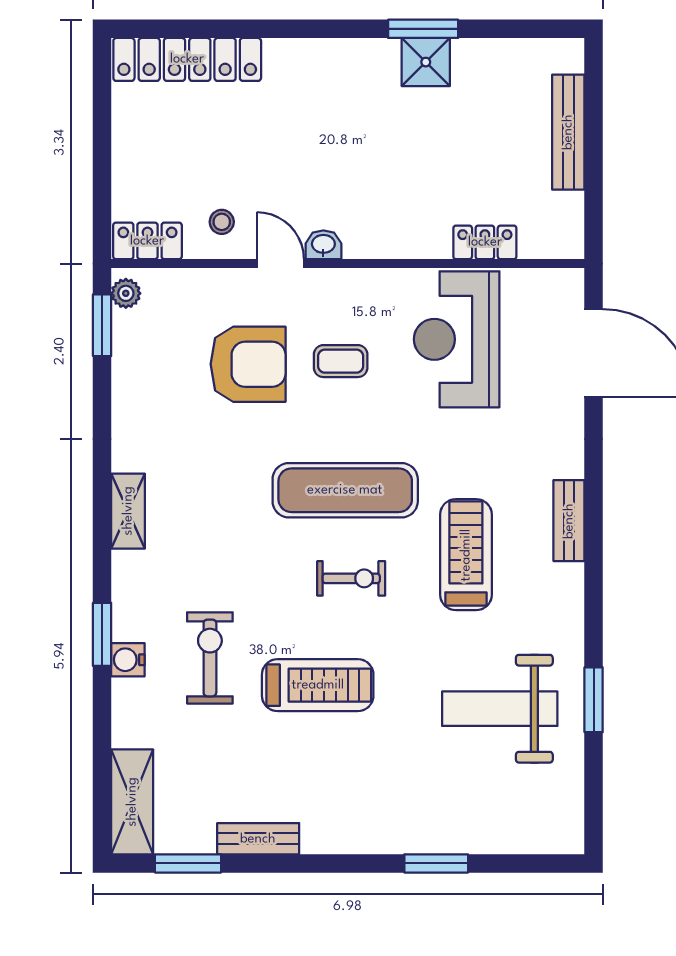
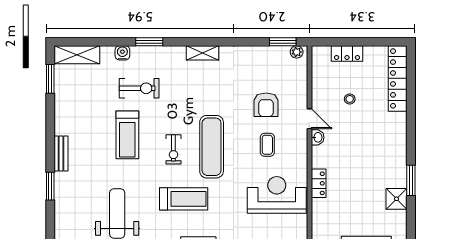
shower: (426, 62) -> (397, 199), moved
stool: (222, 222) -> (350, 99), moved
locker: (147, 241) -> (347, 54), moved, turned 90
locker: (485, 242) -> (319, 183), moved
door: (280, 264) -> (309, 119), hinge flipped
armchair: (248, 364) -> (266, 105), width x0.73, depth x0.73
water cooler: (128, 660) -> (122, 53), moved
bench: (258, 839) -> (61, 154), moved

